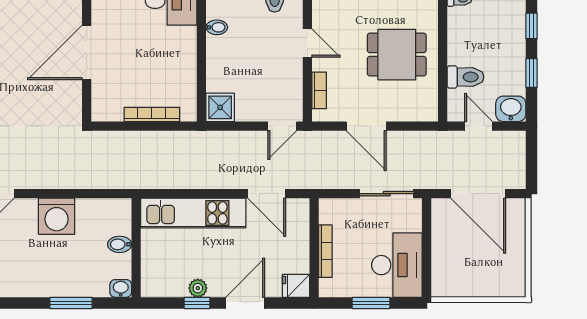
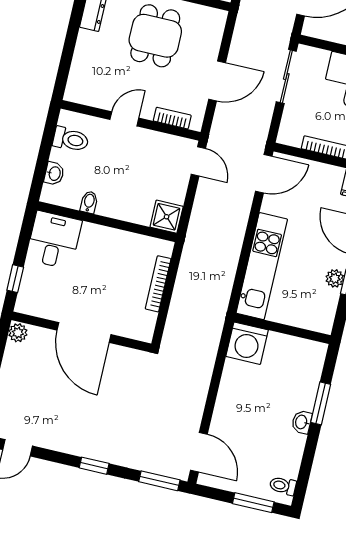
door: (267, 194) -> (264, 174), moved
washing machine: (57, 216) -> (247, 343), moved, turned 90
bidet: (120, 244) -> (275, 344), removed
washbasin: (121, 288) -> (302, 422), moved

